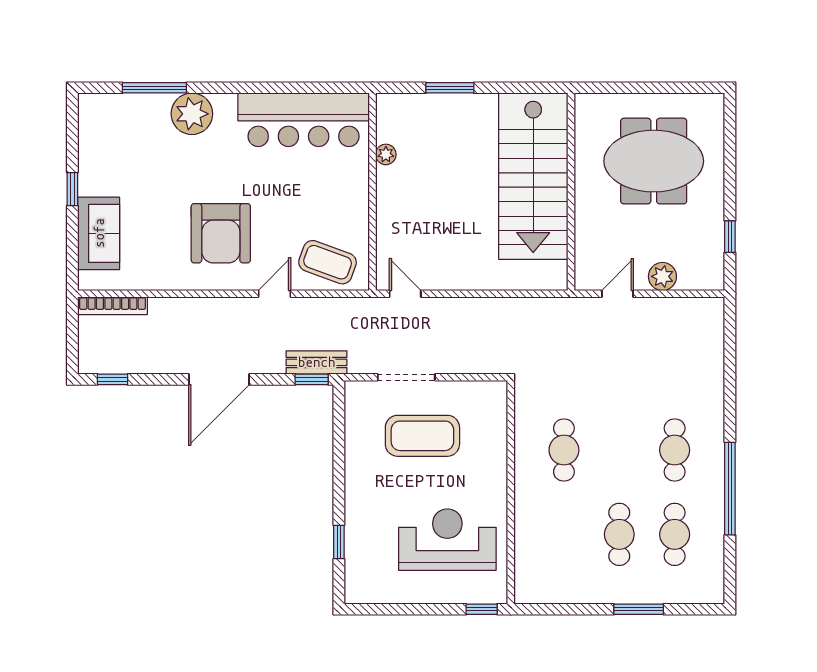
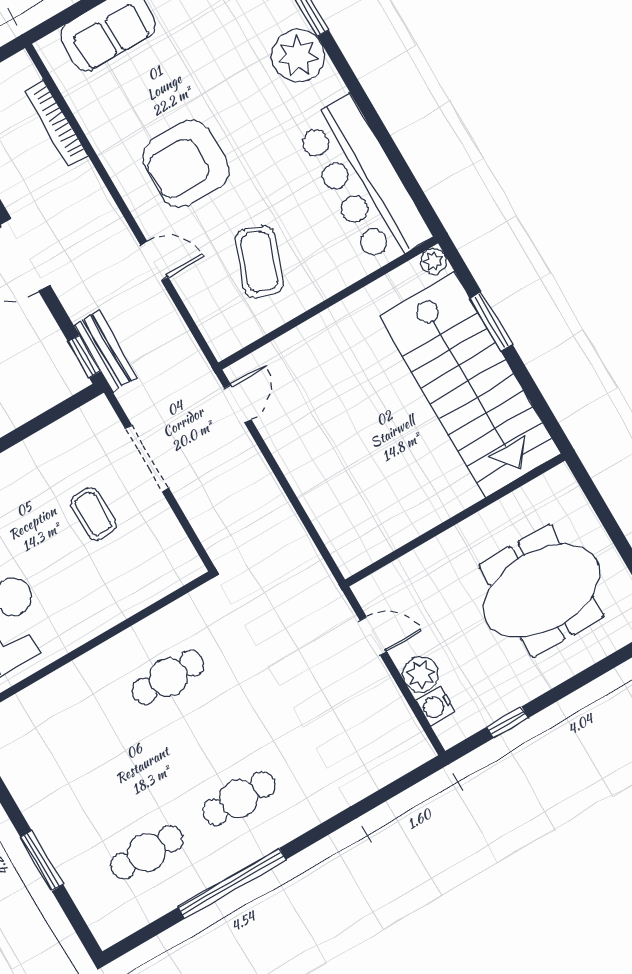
plant: (386, 154) -> (433, 261), moved
meeting table: (654, 161) -> (541, 591), turned 90
stairs: (533, 176) -> (470, 385), moved, turned -90
coffee table: (328, 262) -> (259, 262), moved
water cooler: (690, 279) -> (436, 706), added
bookcase: (113, 306) -> (56, 123), moved
coffee table: (422, 436) -> (93, 514), width x0.54, depth x0.58
cafe table: (619, 534) -> (111, 792), removed

